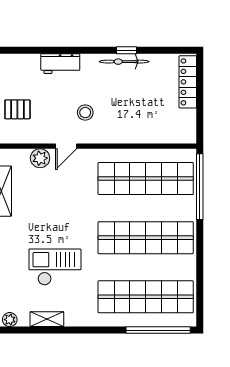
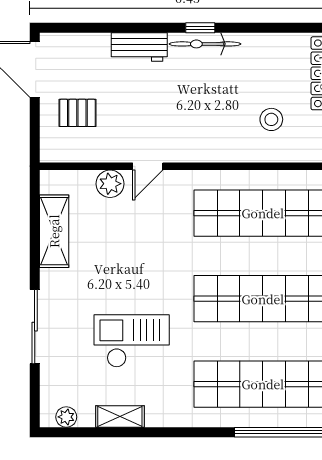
window: (126, 50) -> (200, 28), moved
bicycle: (124, 62) -> (205, 44), moved
stool: (85, 113) -> (271, 119), moved

